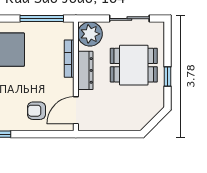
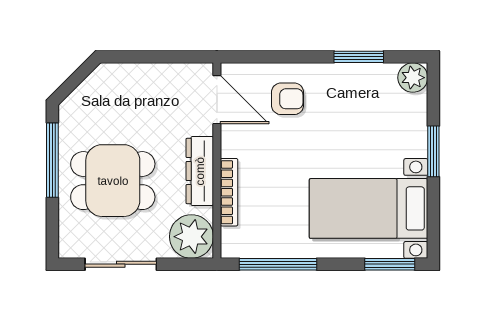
window: (167, 77) -> (52, 160), width x2.17
door: (76, 110) -> (217, 100), hinge flipped

